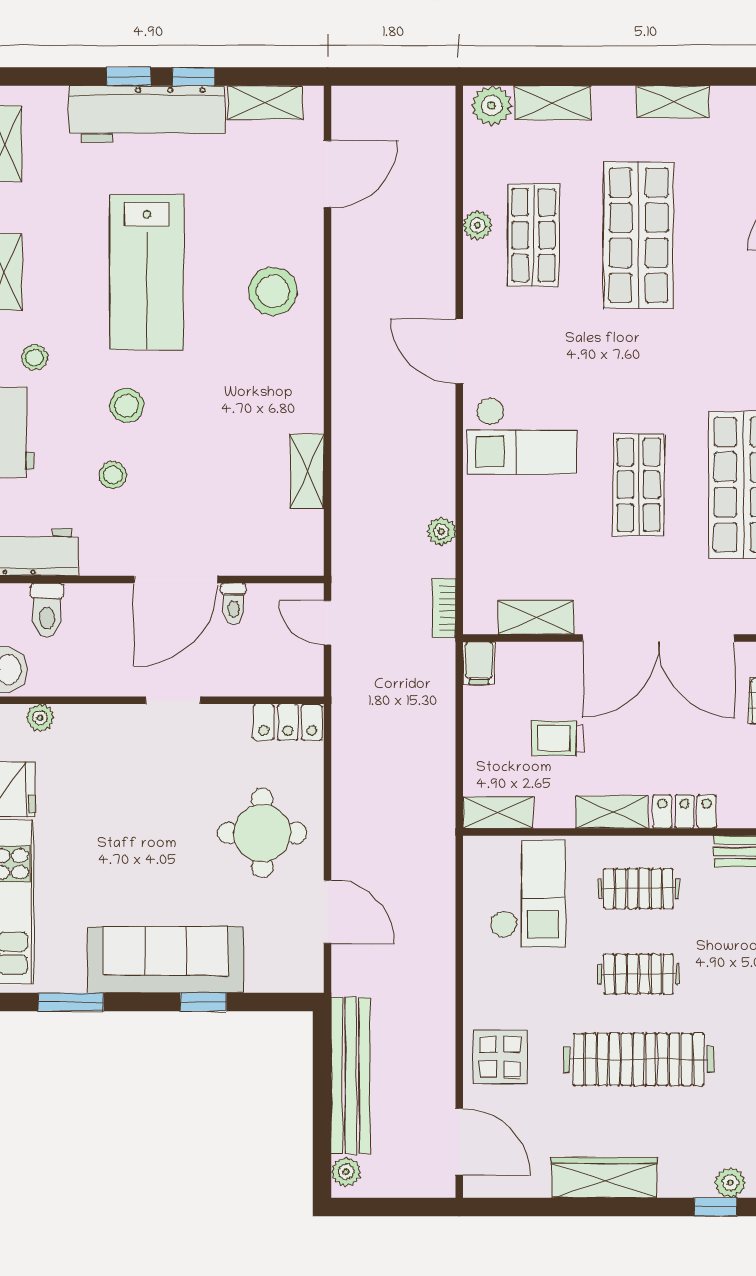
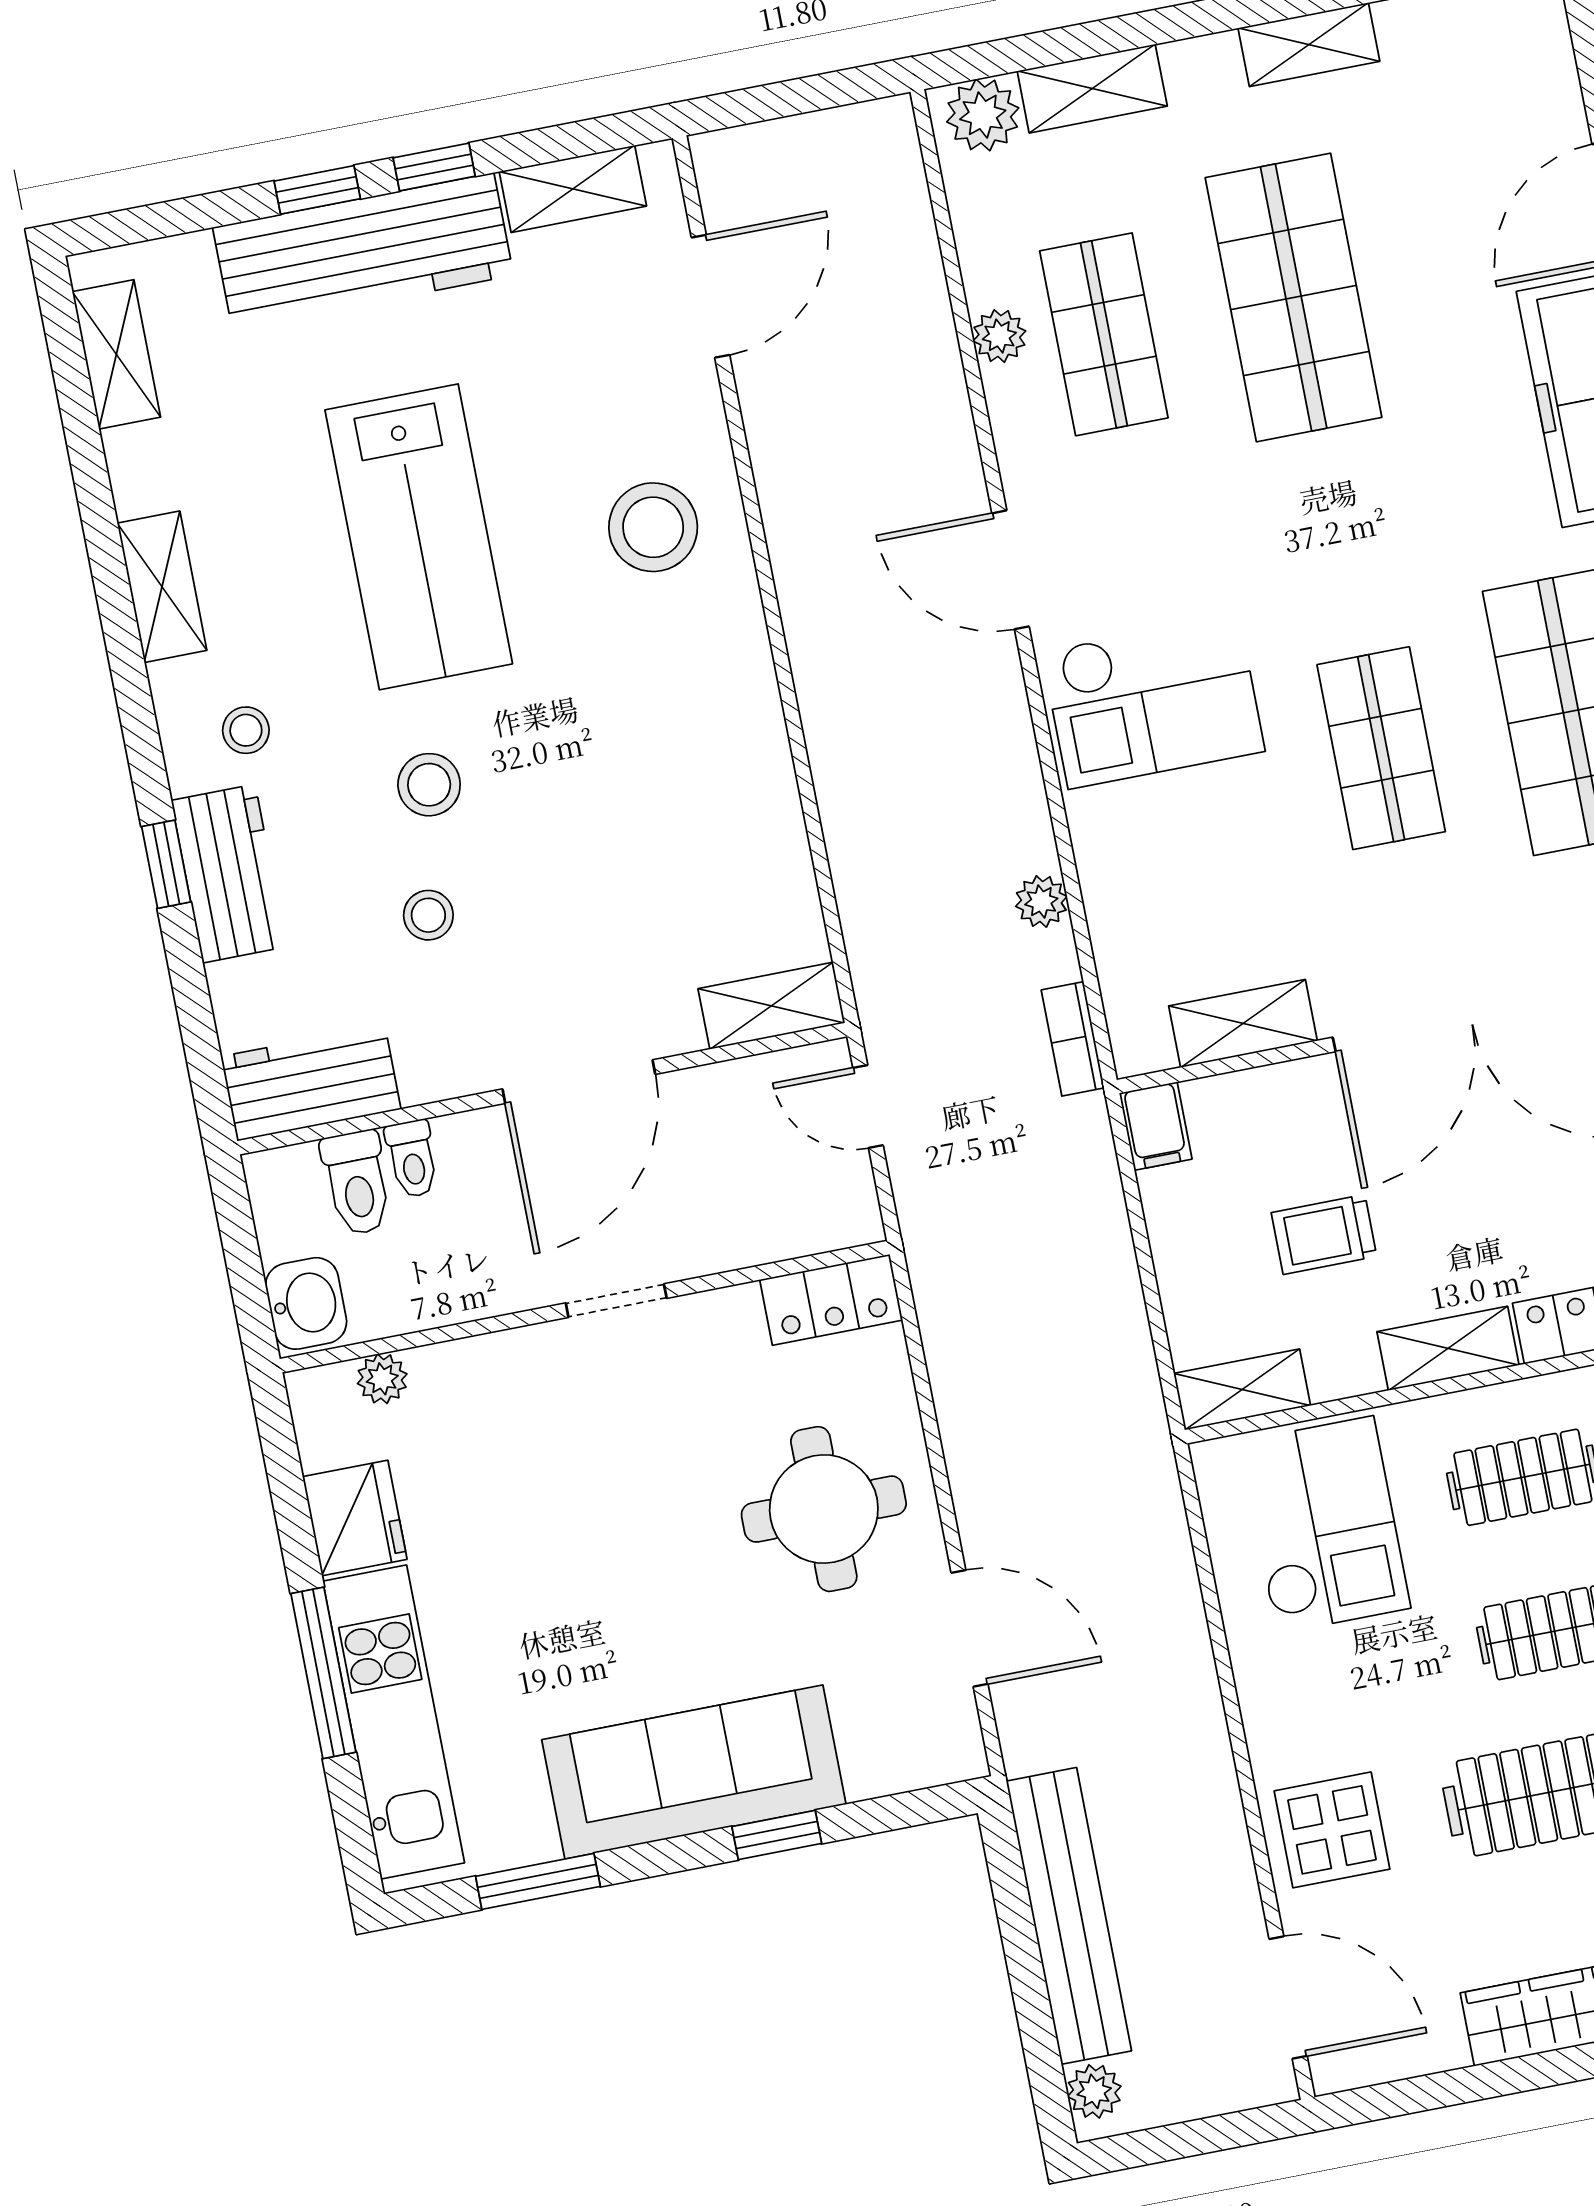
shelving: (307, 471) -> (771, 1006), moved, turned 90
toilet: (234, 603) -> (412, 1159), moved

